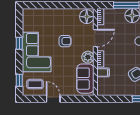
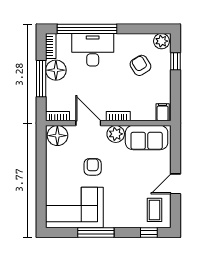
window: (19, 43) -> (96, 232), width x2.17
corner sofa: (37, 52) -> (74, 208), moved
filing cabinet: (103, 72) -> (163, 112), moved

